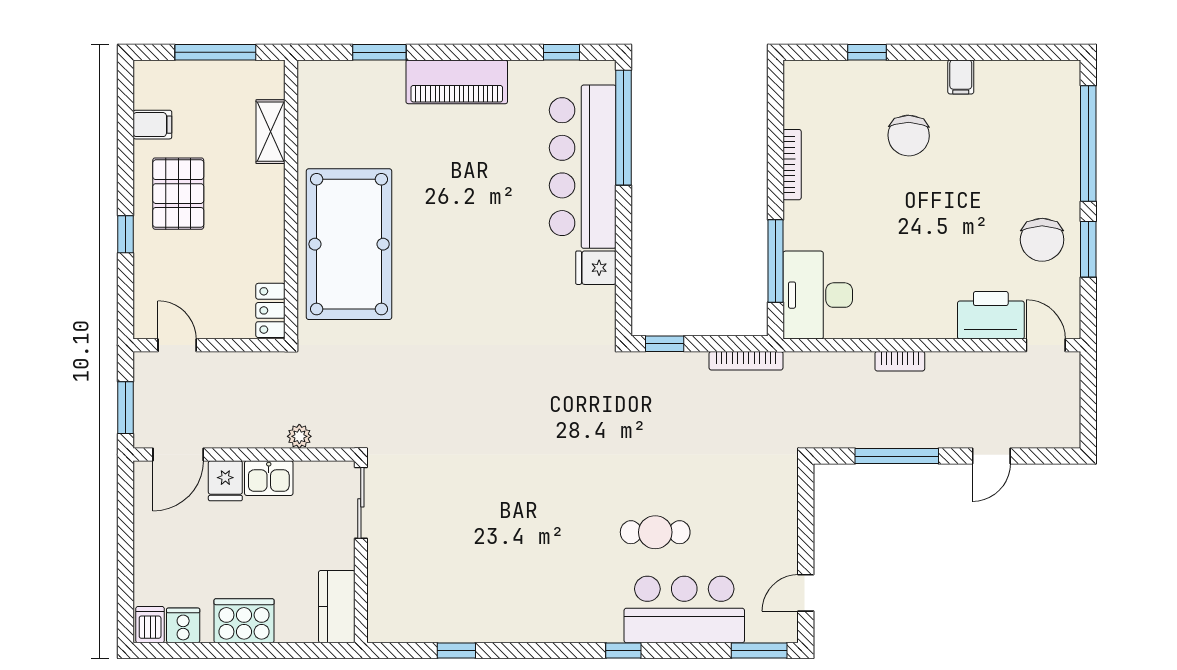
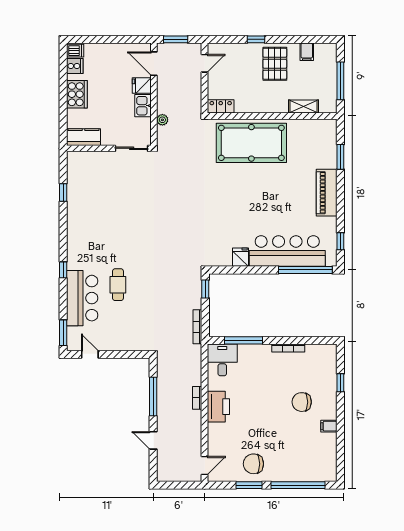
pallet: (178, 194) -> (275, 64), turned 90
desk: (818, 295) -> (222, 360), width x0.73
printer: (991, 315) -> (218, 407), moved

